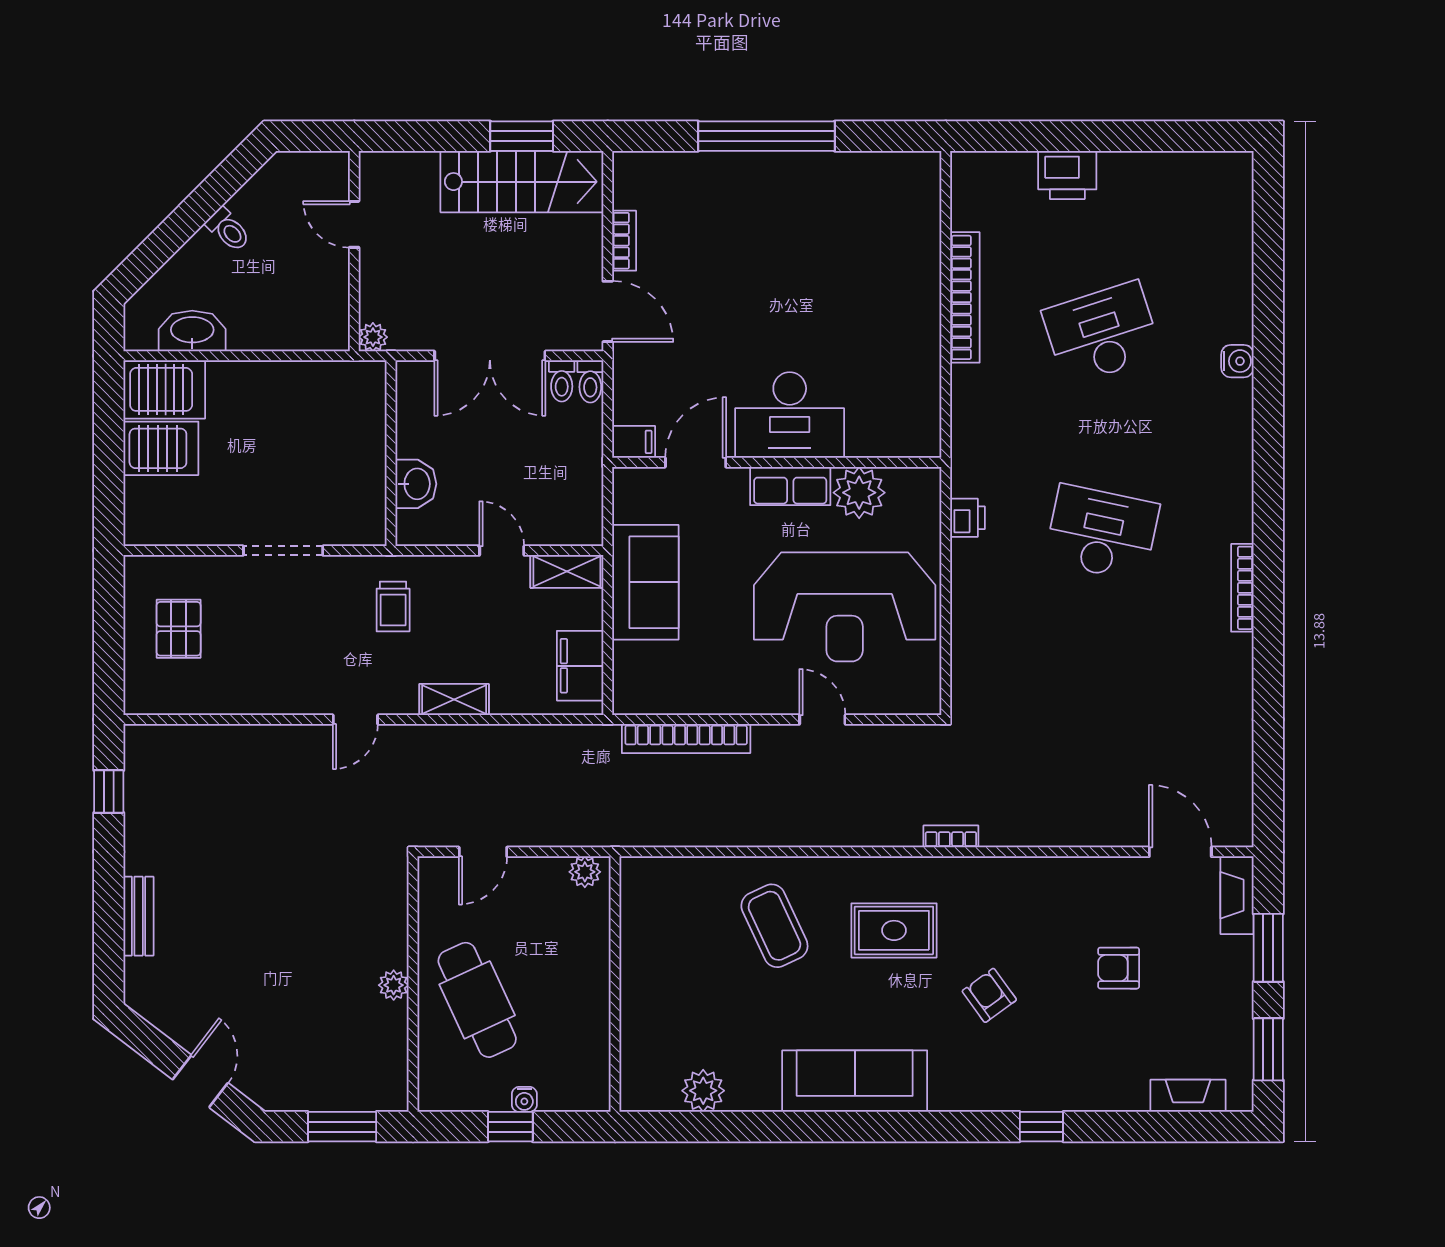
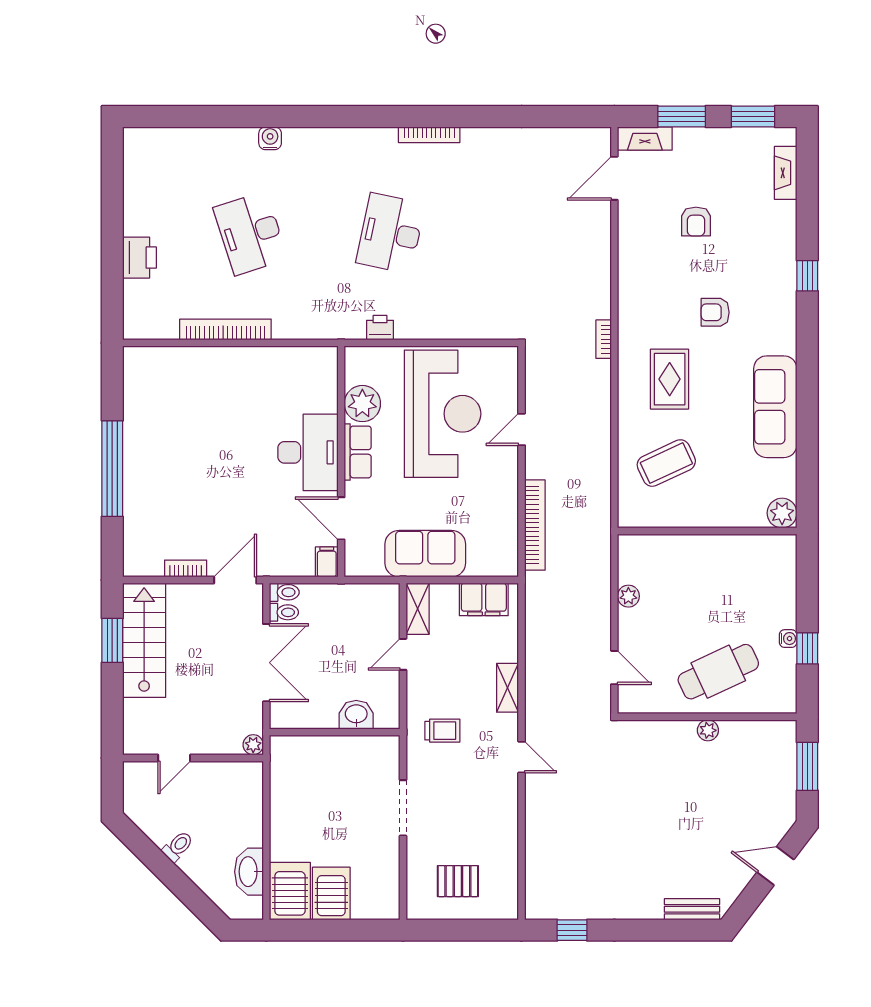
bench: (139, 916) -> (692, 909), moved
wall: (615, 984) -> (707, 531), moved
armchair: (989, 995) -> (715, 312), turned 36

